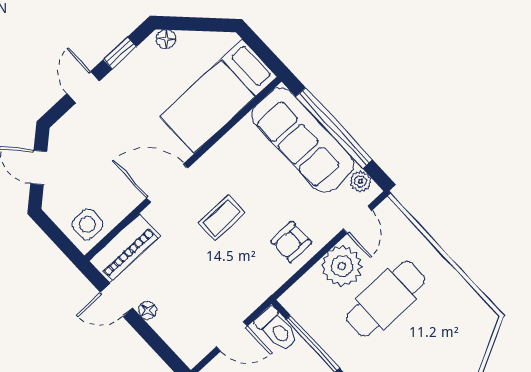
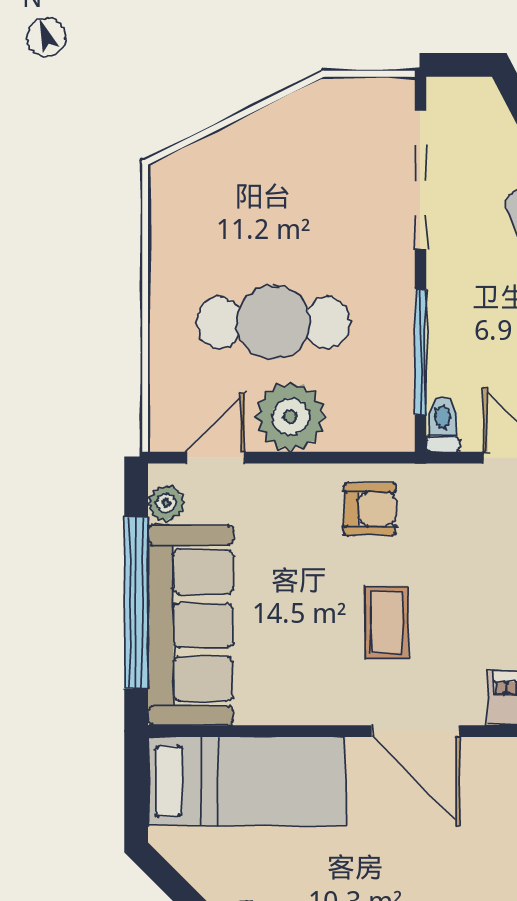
coffee table: (222, 217) -> (387, 622), turned 90
armchair: (291, 242) -> (370, 509), moved
toilet: (277, 329) -> (443, 425), width x0.73, depth x0.72

